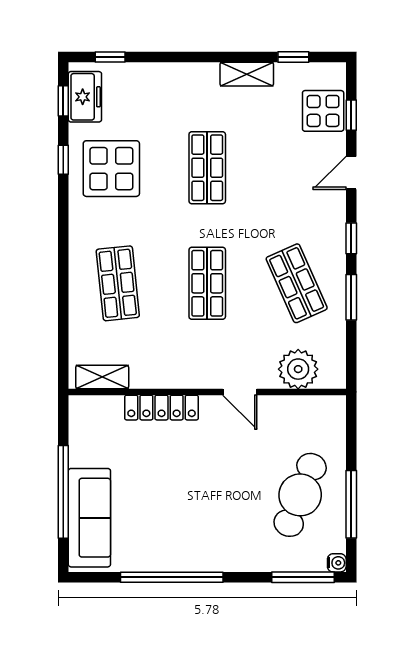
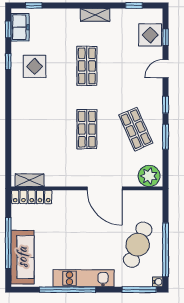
shelving: (247, 74) -> (95, 15), moved
display table: (111, 169) -> (35, 66), width x0.73, depth x0.73
shop shelf: (118, 283) -> (38, 129), removed
plant: (298, 369) -> (149, 176), moved
door: (240, 392) -> (105, 188), width x1.88
locker: (162, 408) -> (32, 197), moved
window: (351, 504) -> (166, 250), width x1.46
kitchen unit: (201, 556) -> (84, 278), added

